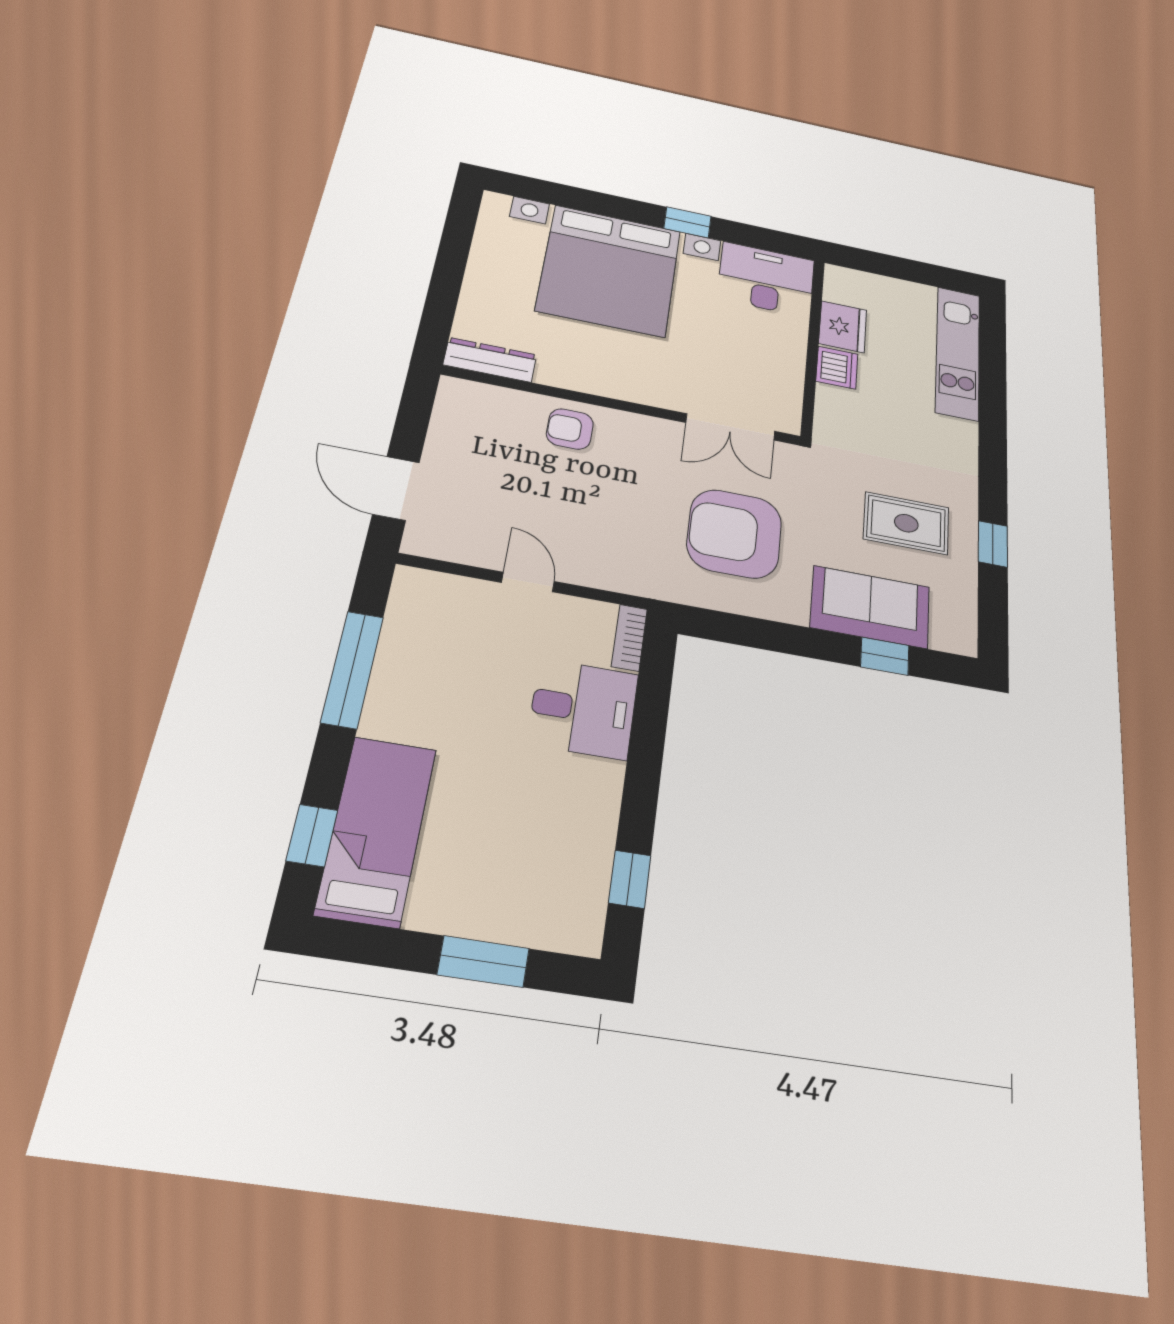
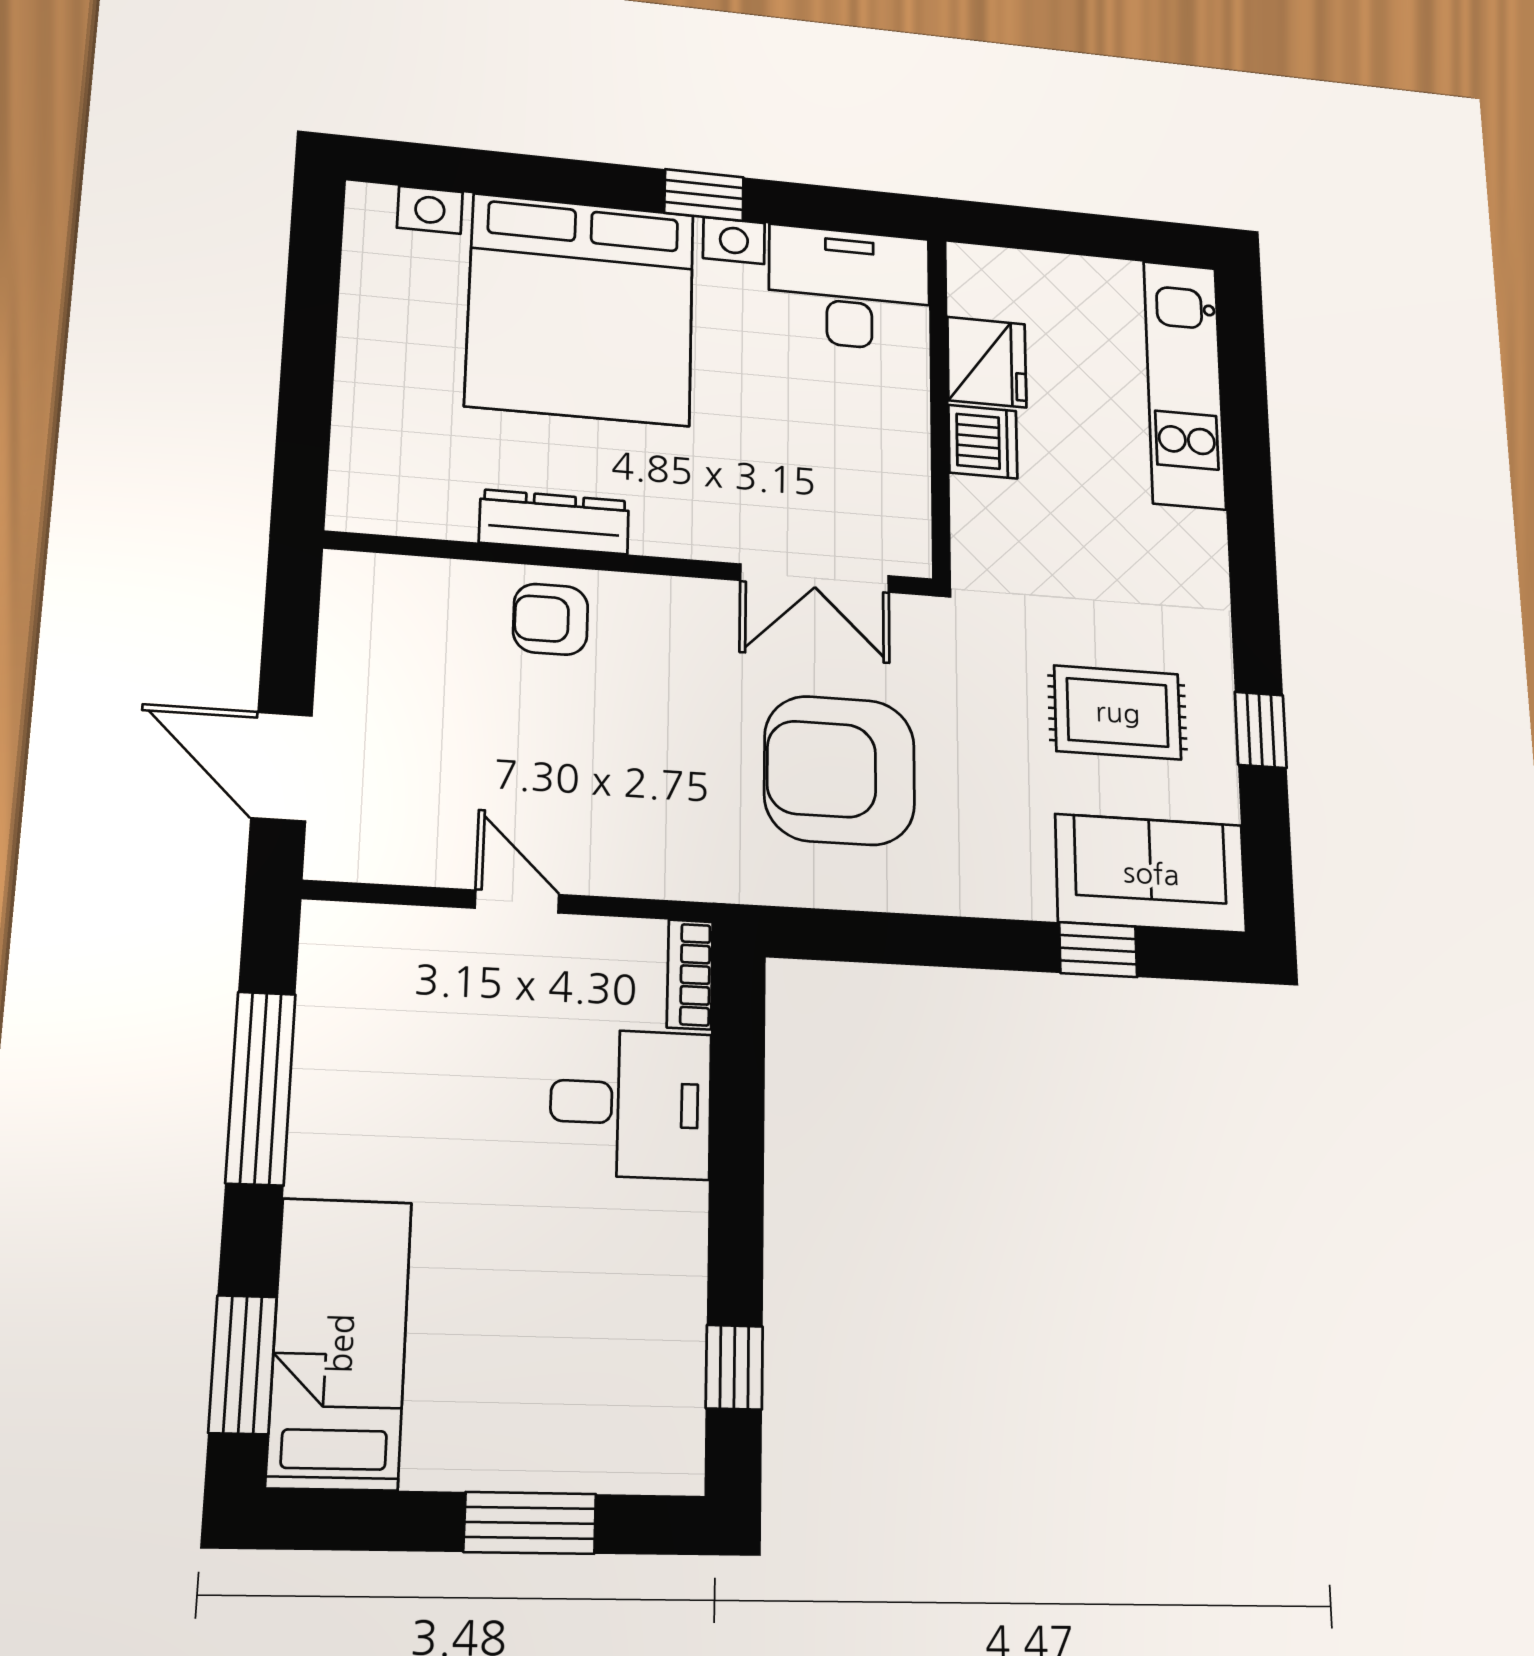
dresser: (490, 360) -> (554, 522), moved
sofa: (870, 607) -> (1151, 873), moved
window: (312, 835) -> (243, 1364), width x1.50

